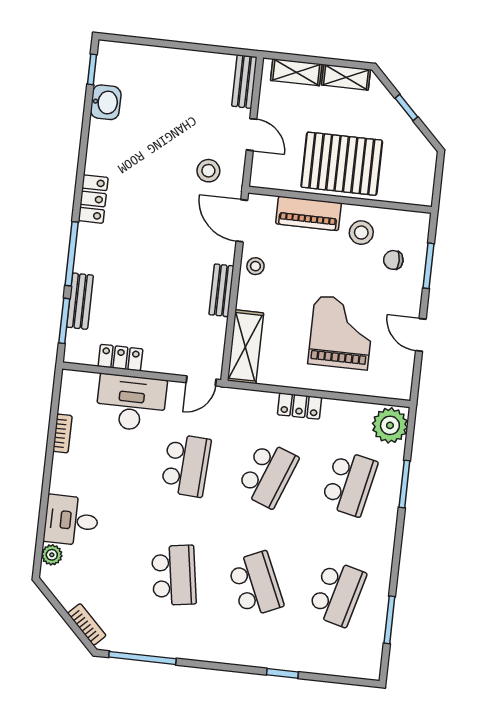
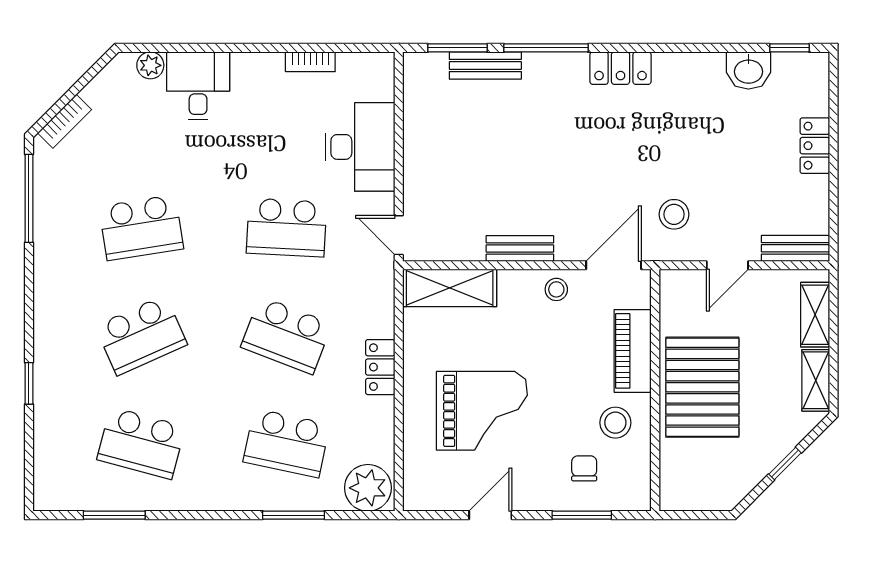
locker: (120, 358) -> (815, 146), moved, turned 180

